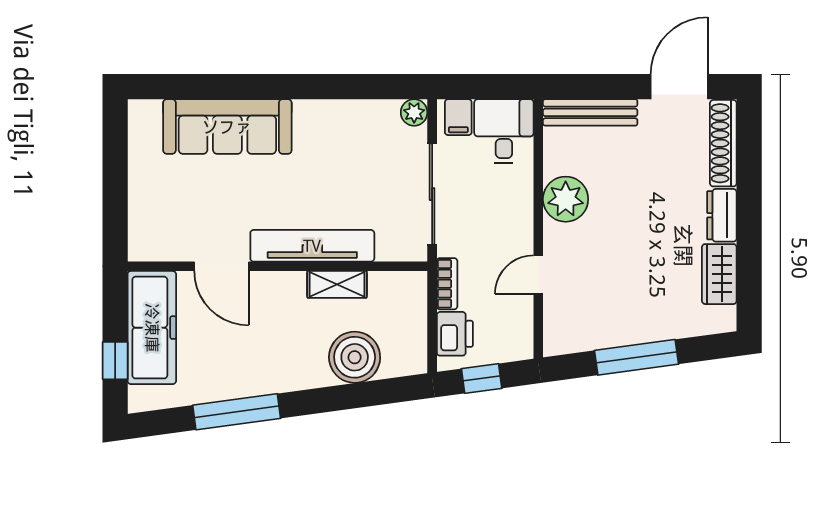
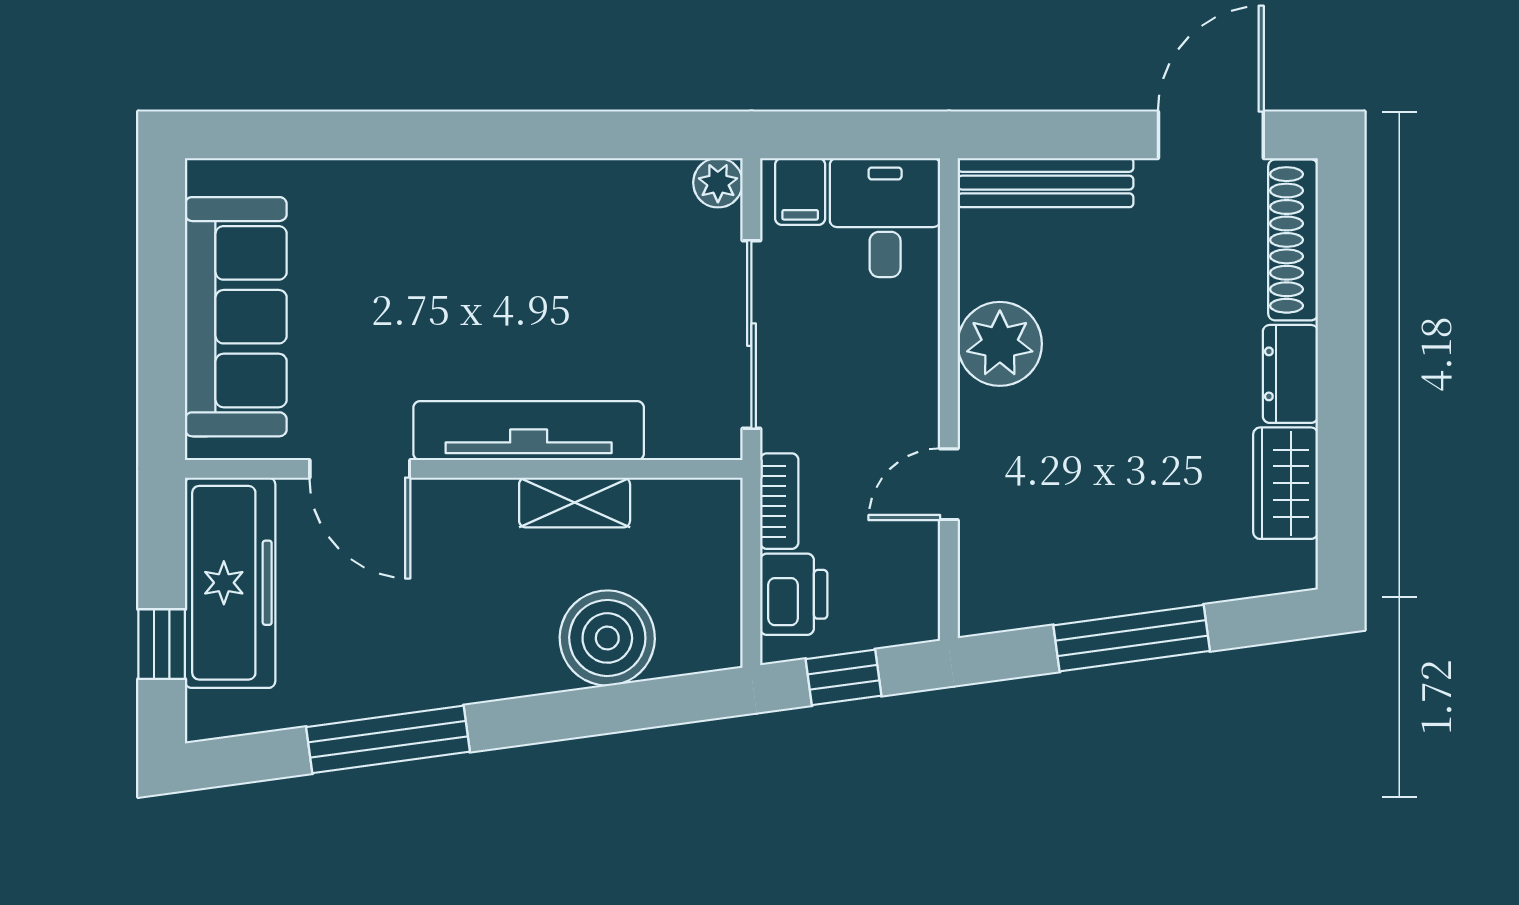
sofa: (227, 127) -> (236, 317), moved, turned -90

